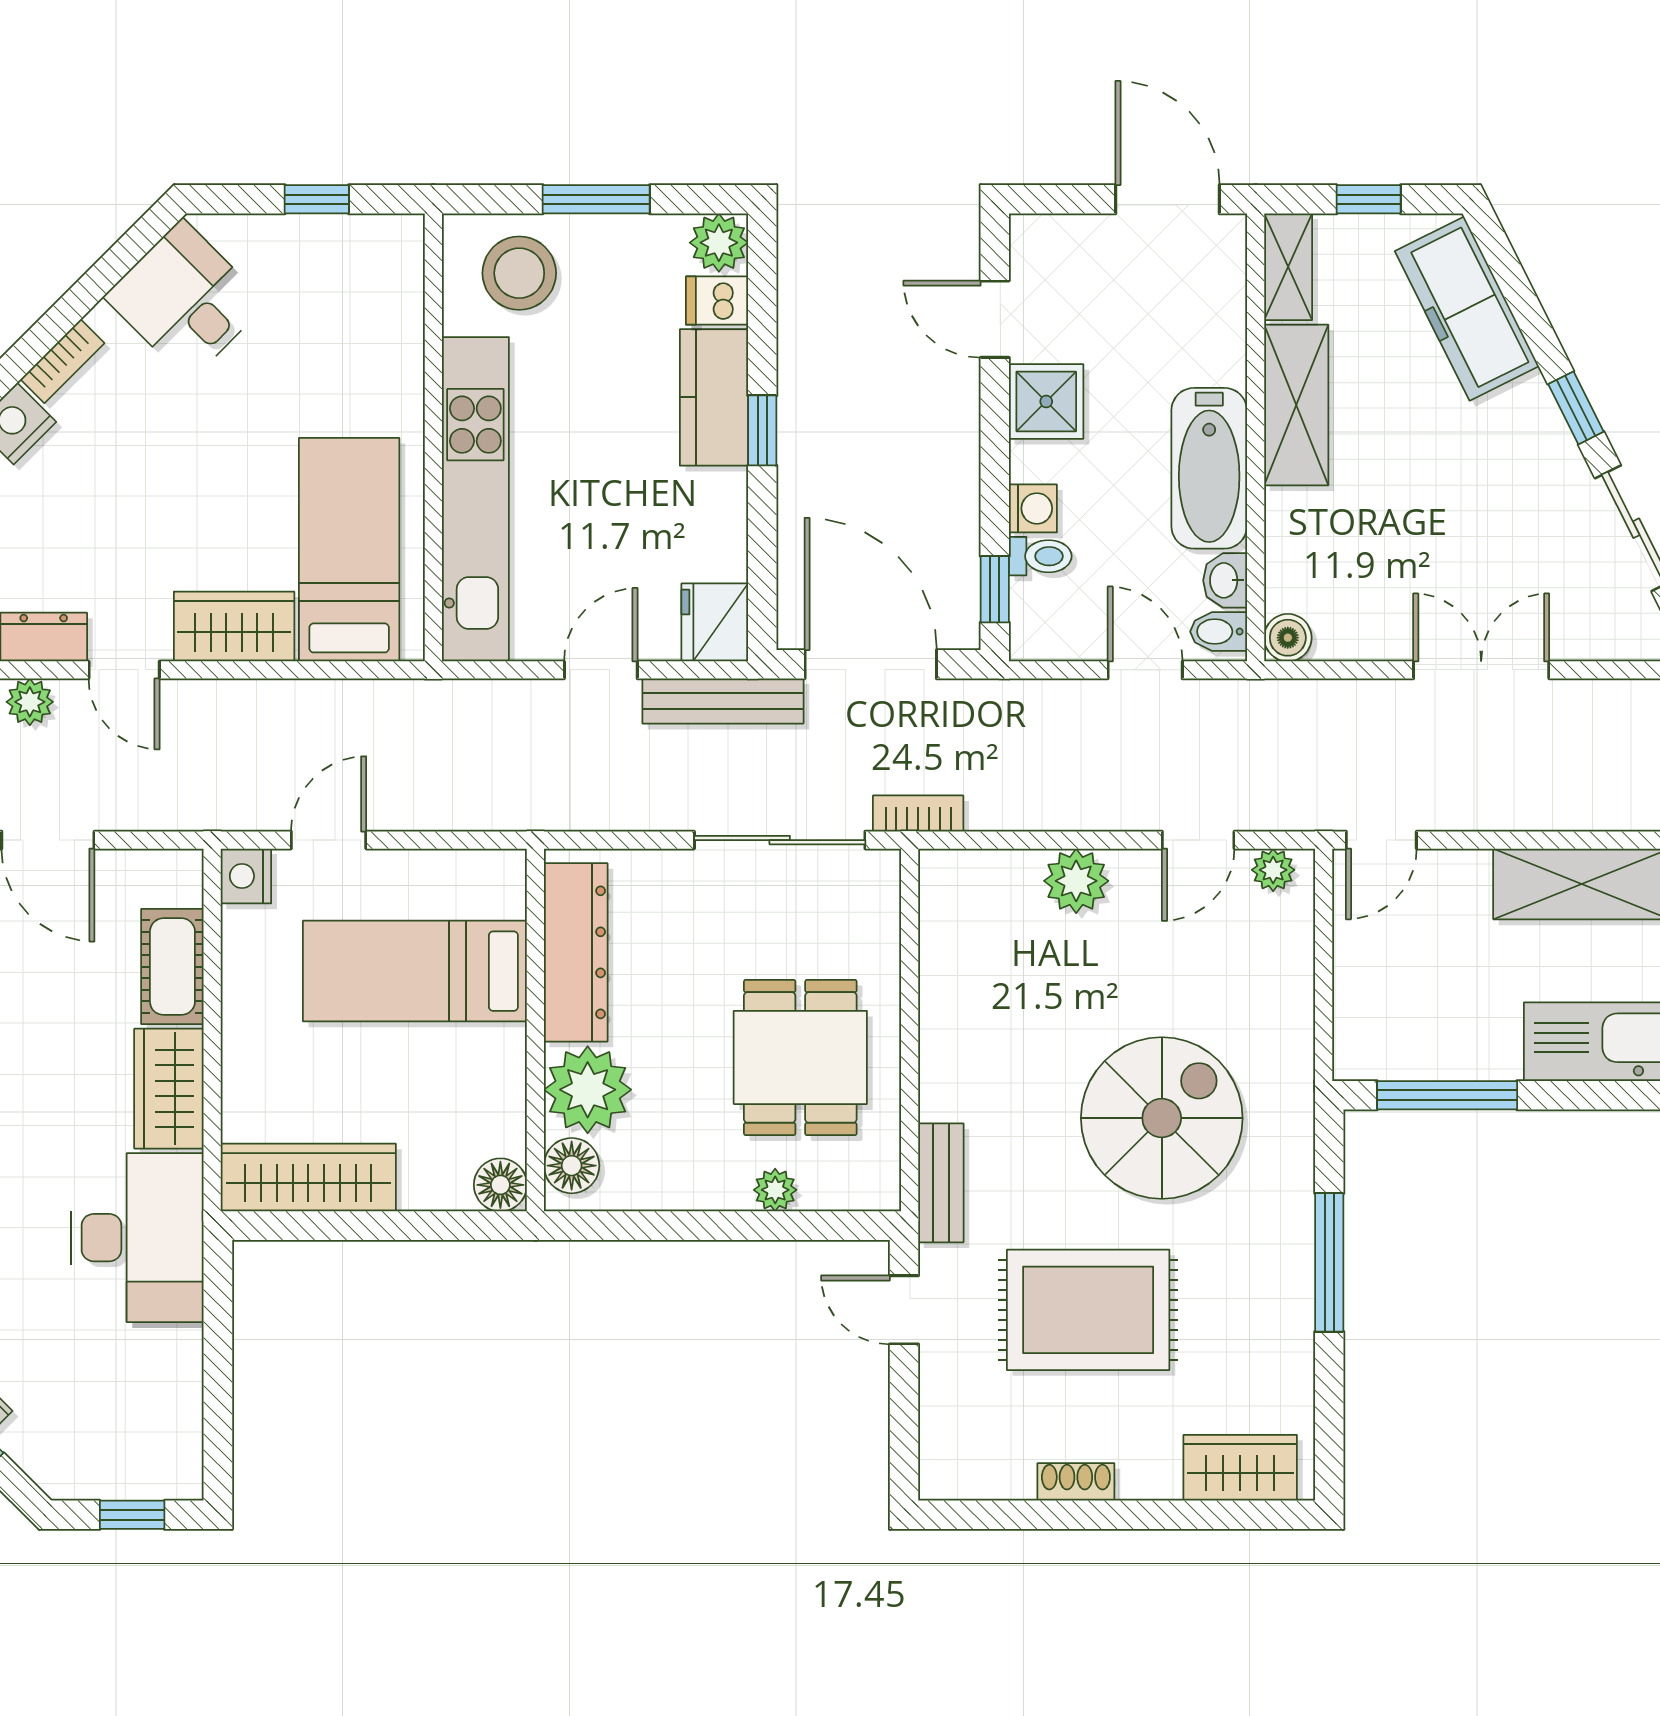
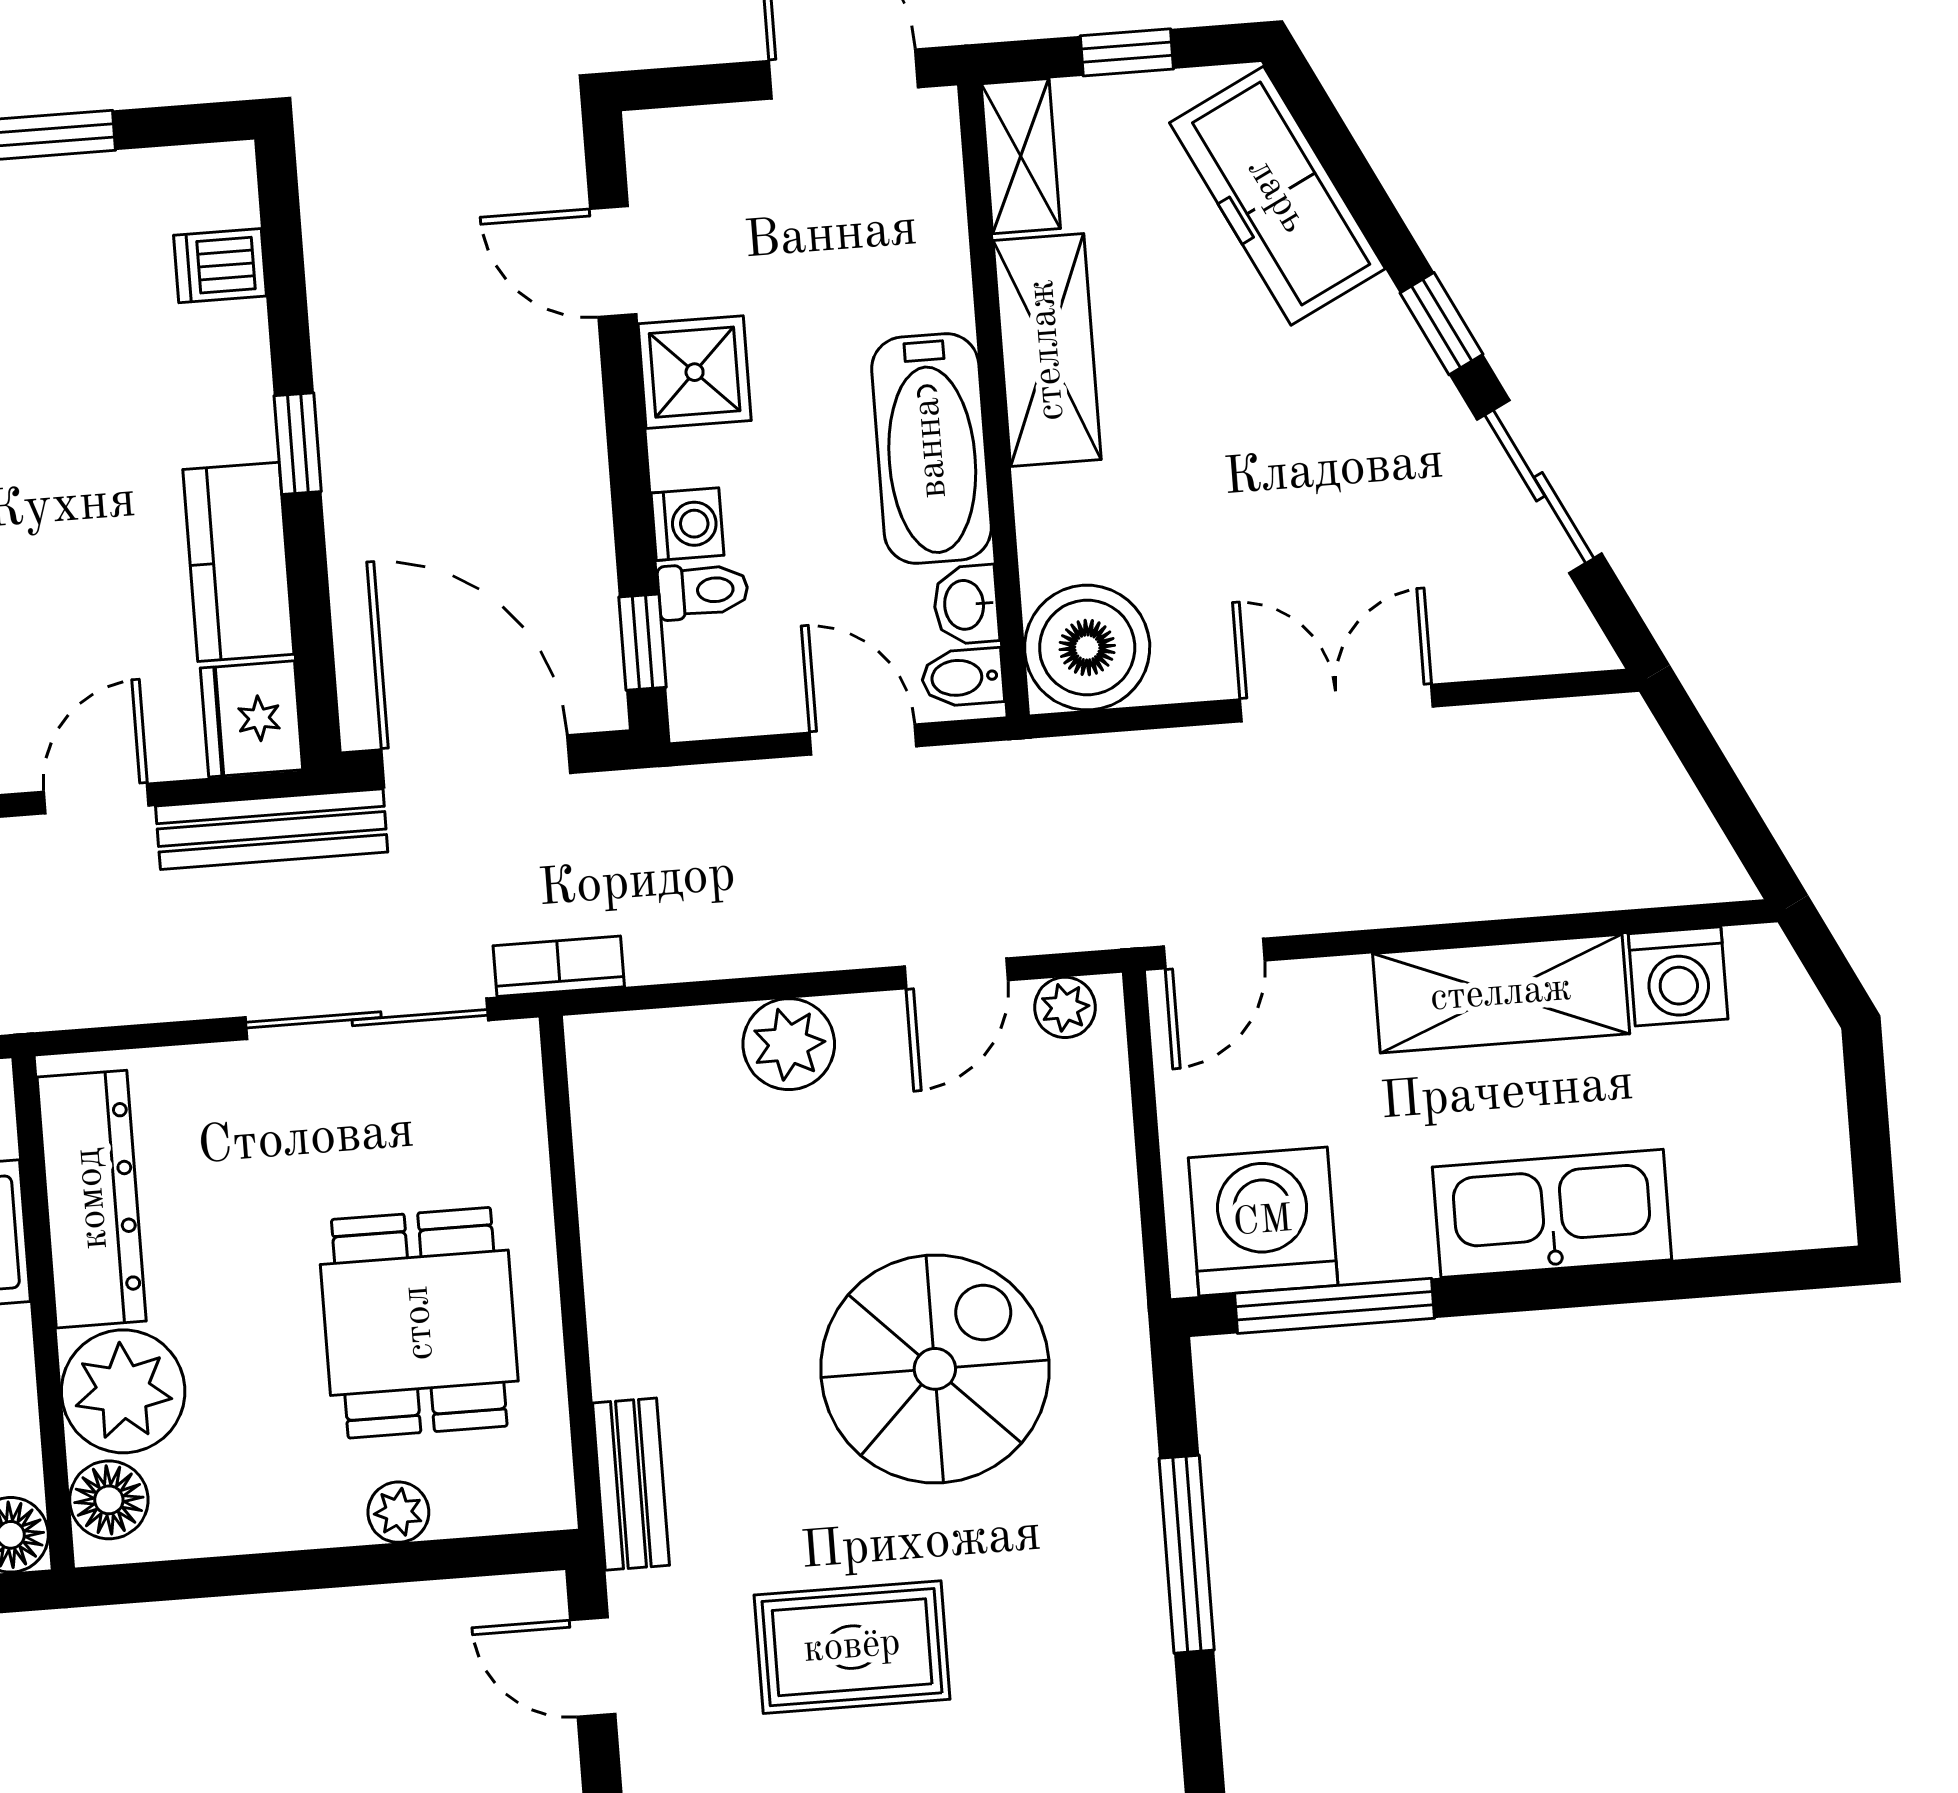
plant: (719, 243) -> (216, 184), removed
kitchen counter: (714, 397) -> (238, 562), moved
boiler: (1288, 638) -> (1087, 648), width x1.86, depth x1.86
washing machine: (1401, 1032) -> (1263, 1222), added
rug: (1088, 1310) -> (852, 1647), width x0.73, depth x0.70

